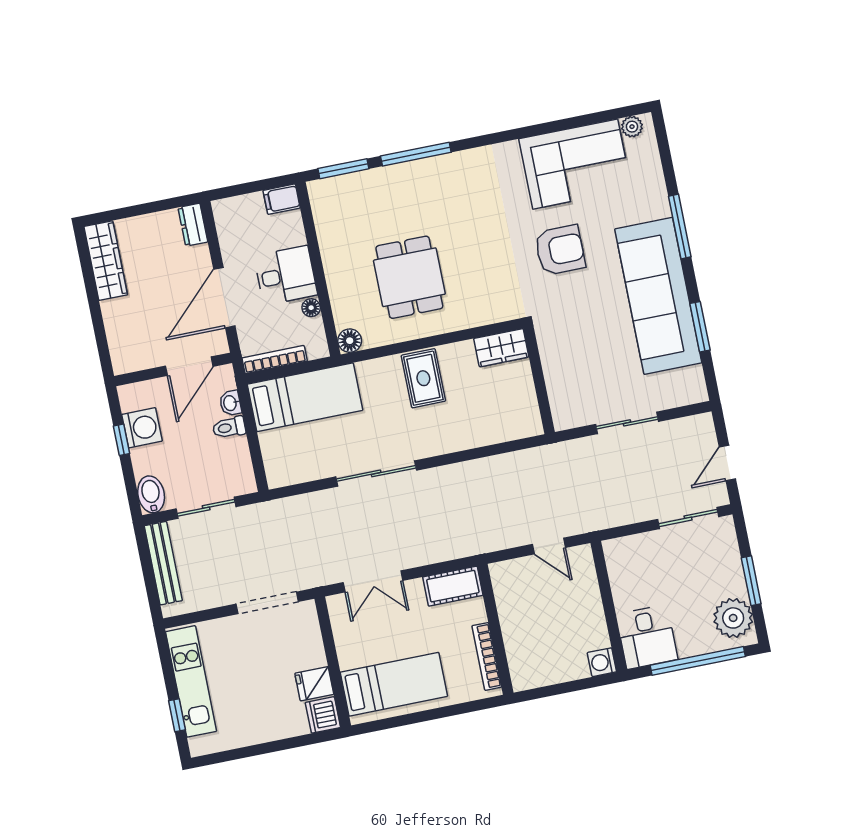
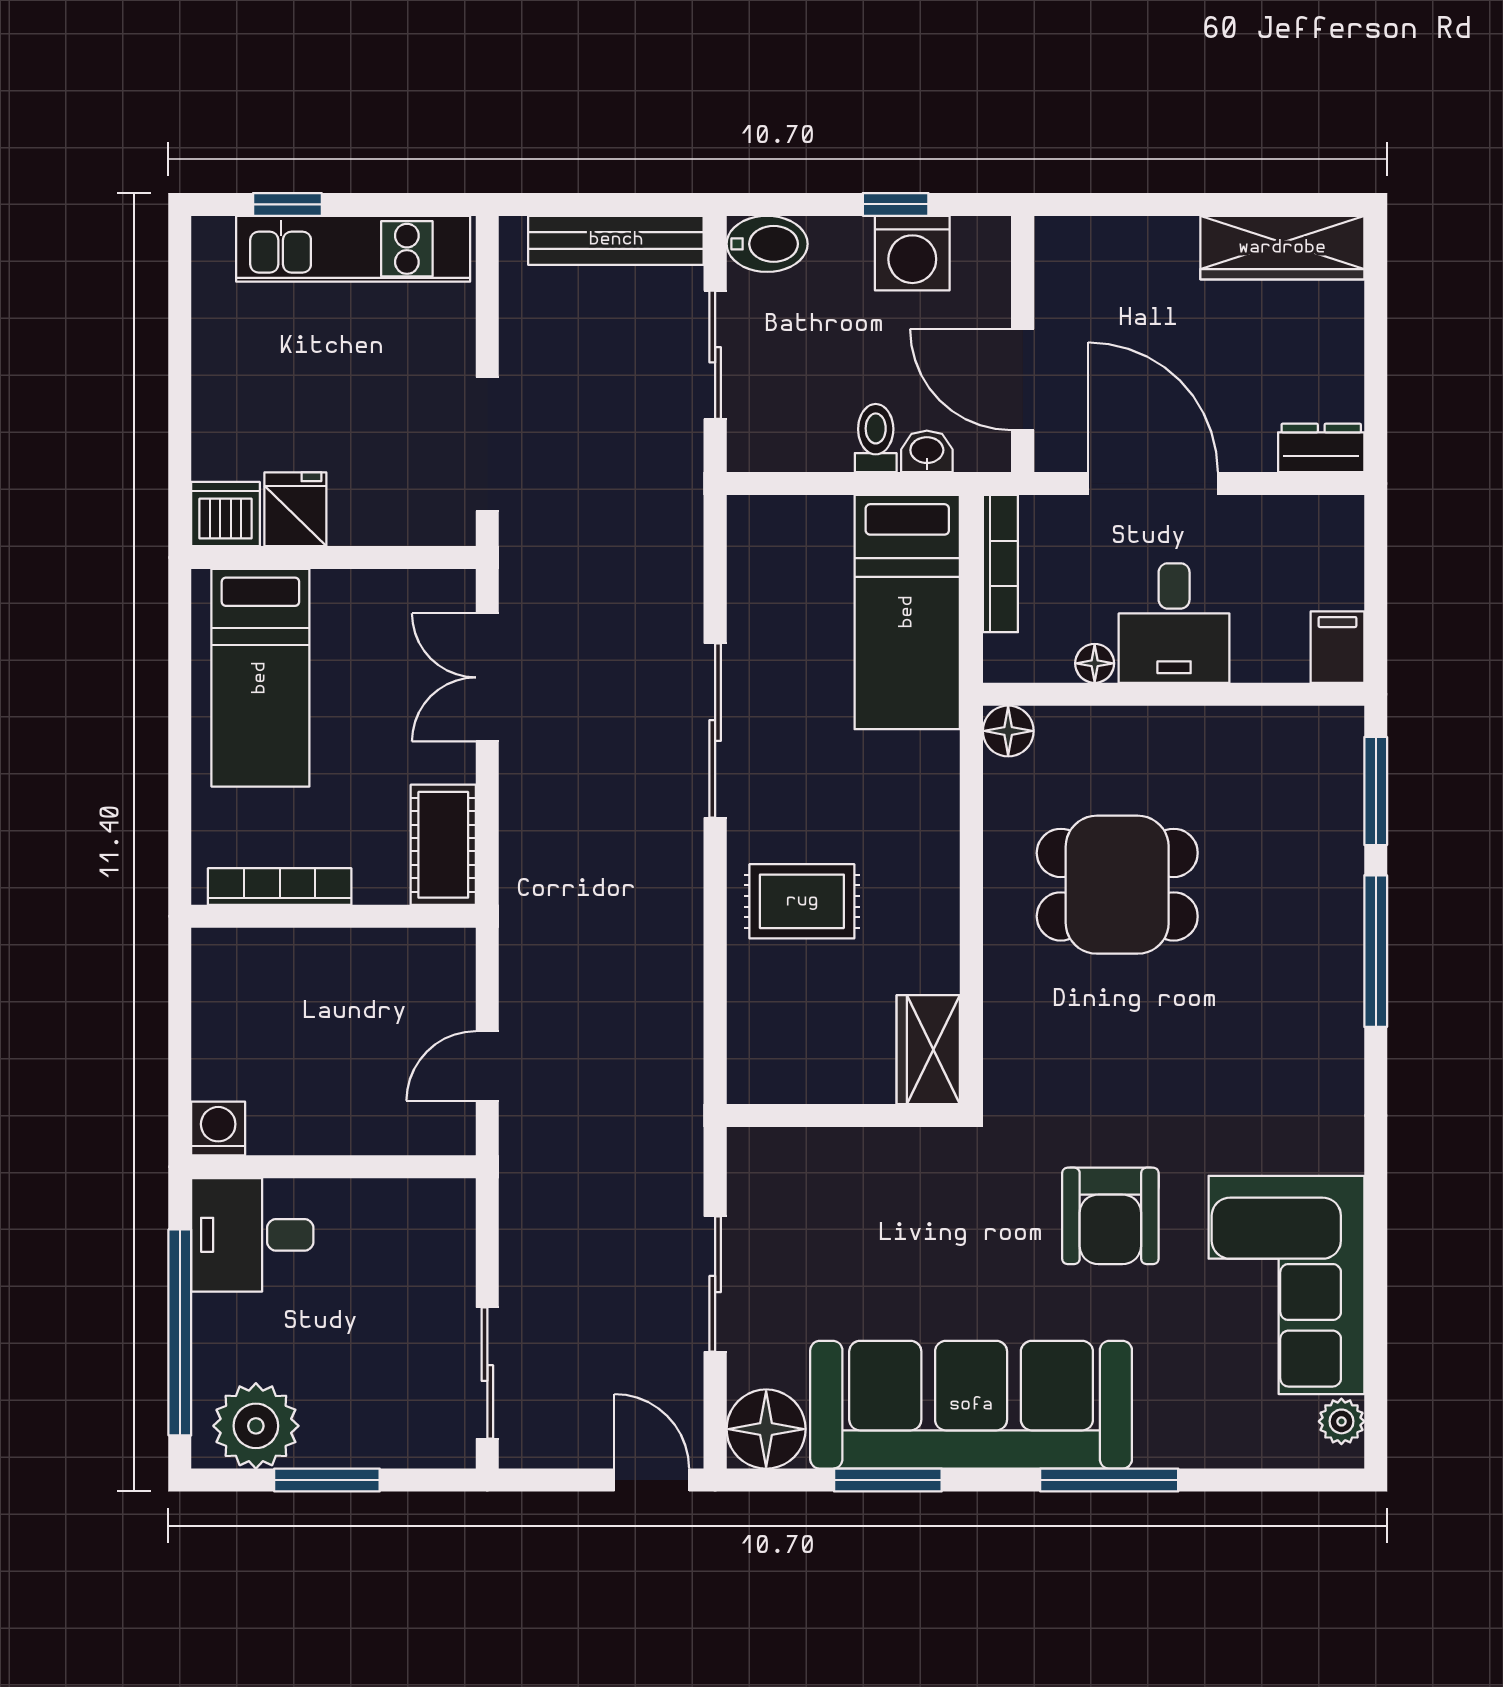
rug: (423, 378) -> (802, 901), moved
floor lamp: (688, 387) -> (766, 1429), added
door: (727, 463) -> (652, 1480), moved

